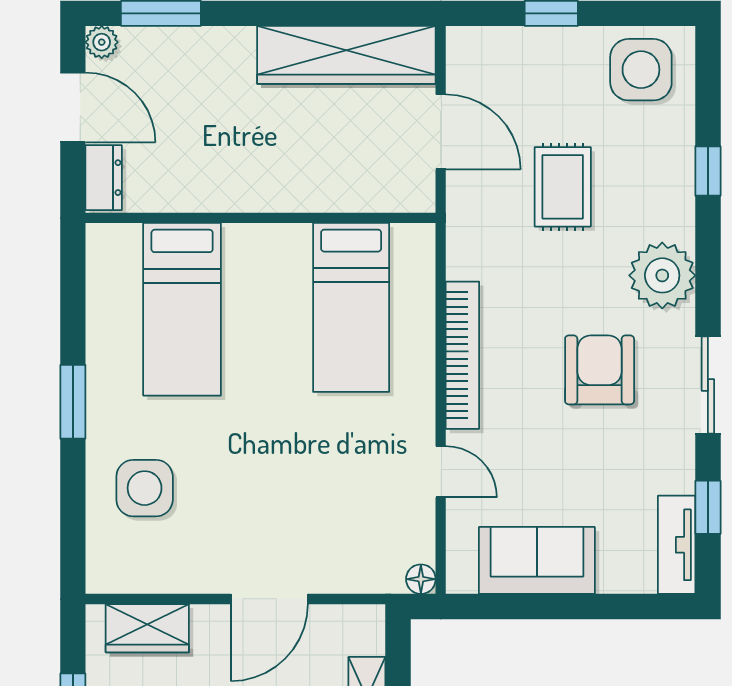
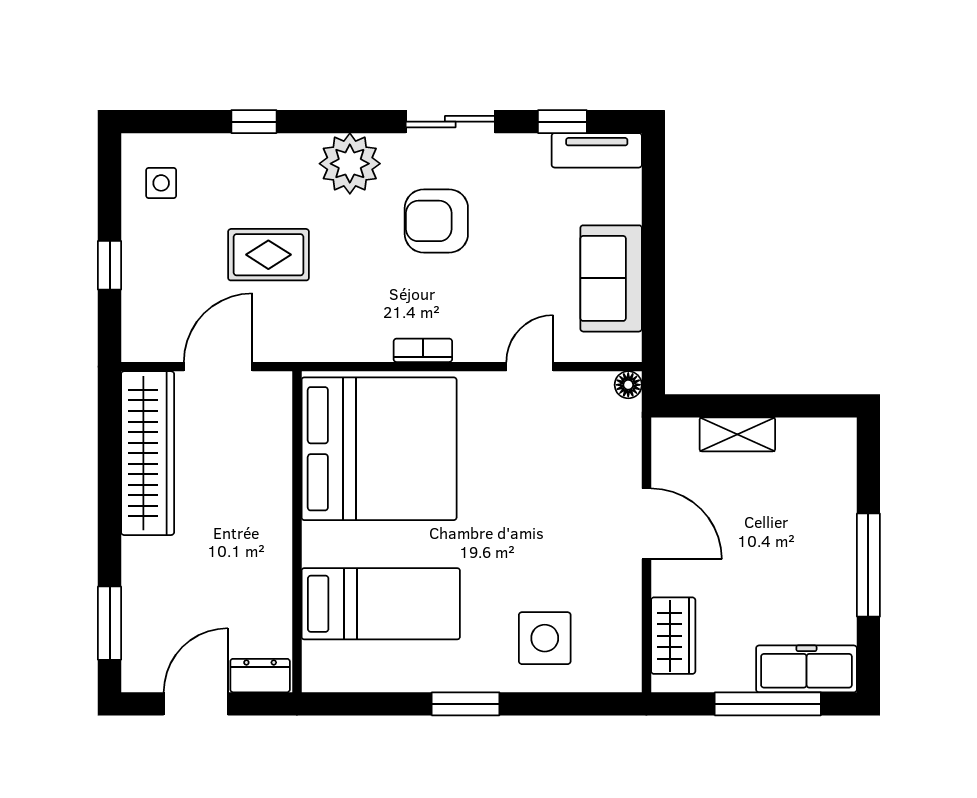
plant: (102, 42) -> (136, 677), removed
side table: (641, 70) -> (161, 183), width x0.54, depth x0.54
bed: (351, 307) -> (379, 449), width x2.04
bookcase: (462, 355) -> (423, 350), width x0.43, depth x0.76

